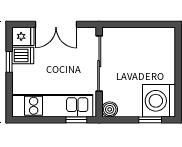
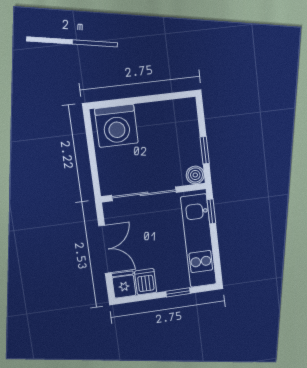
window: (9, 62) -> (178, 292), moved
washing machine: (159, 101) -> (116, 126), moved
window: (150, 120) -> (205, 150), moved

